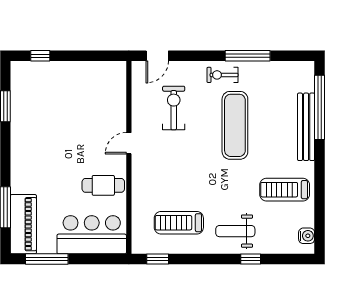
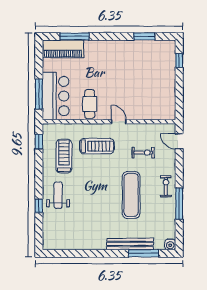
window: (320, 107) -> (144, 253), width x0.68
exercise bike: (174, 108) -> (143, 153), width x0.73, depth x0.72
exercise mat: (235, 125) -> (131, 195), turned 90
treadmill: (285, 190) -> (97, 146), moved, turned 90
water cooler: (307, 236) -> (170, 244), moved
window: (47, 259) -> (39, 94), moved

